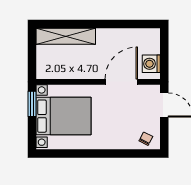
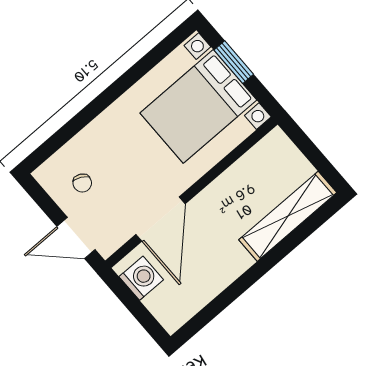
window: (32, 104) -> (234, 62), moved
chair: (146, 139) -> (82, 183), moved

